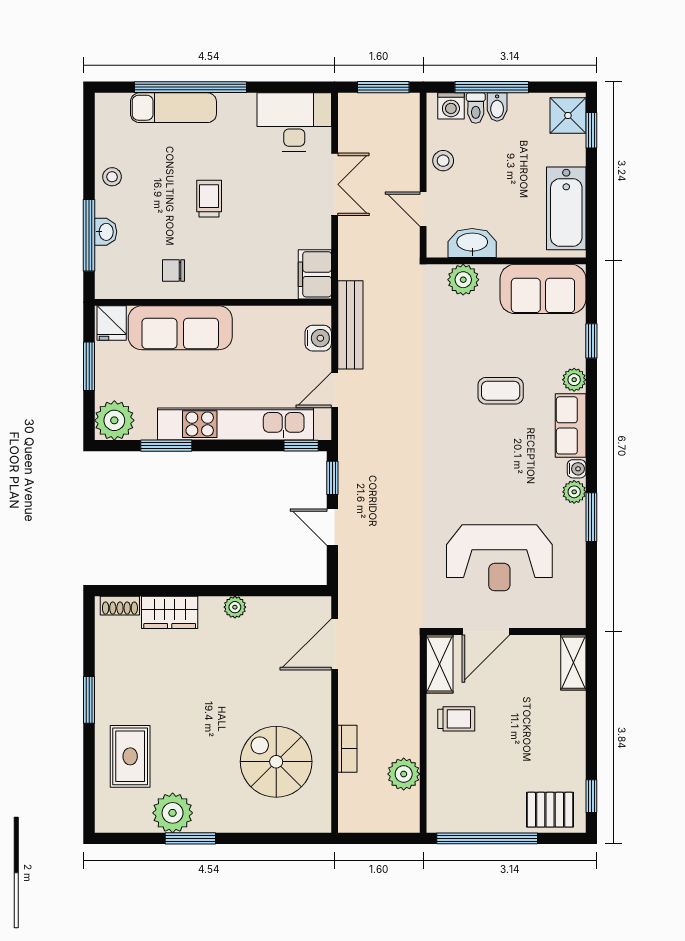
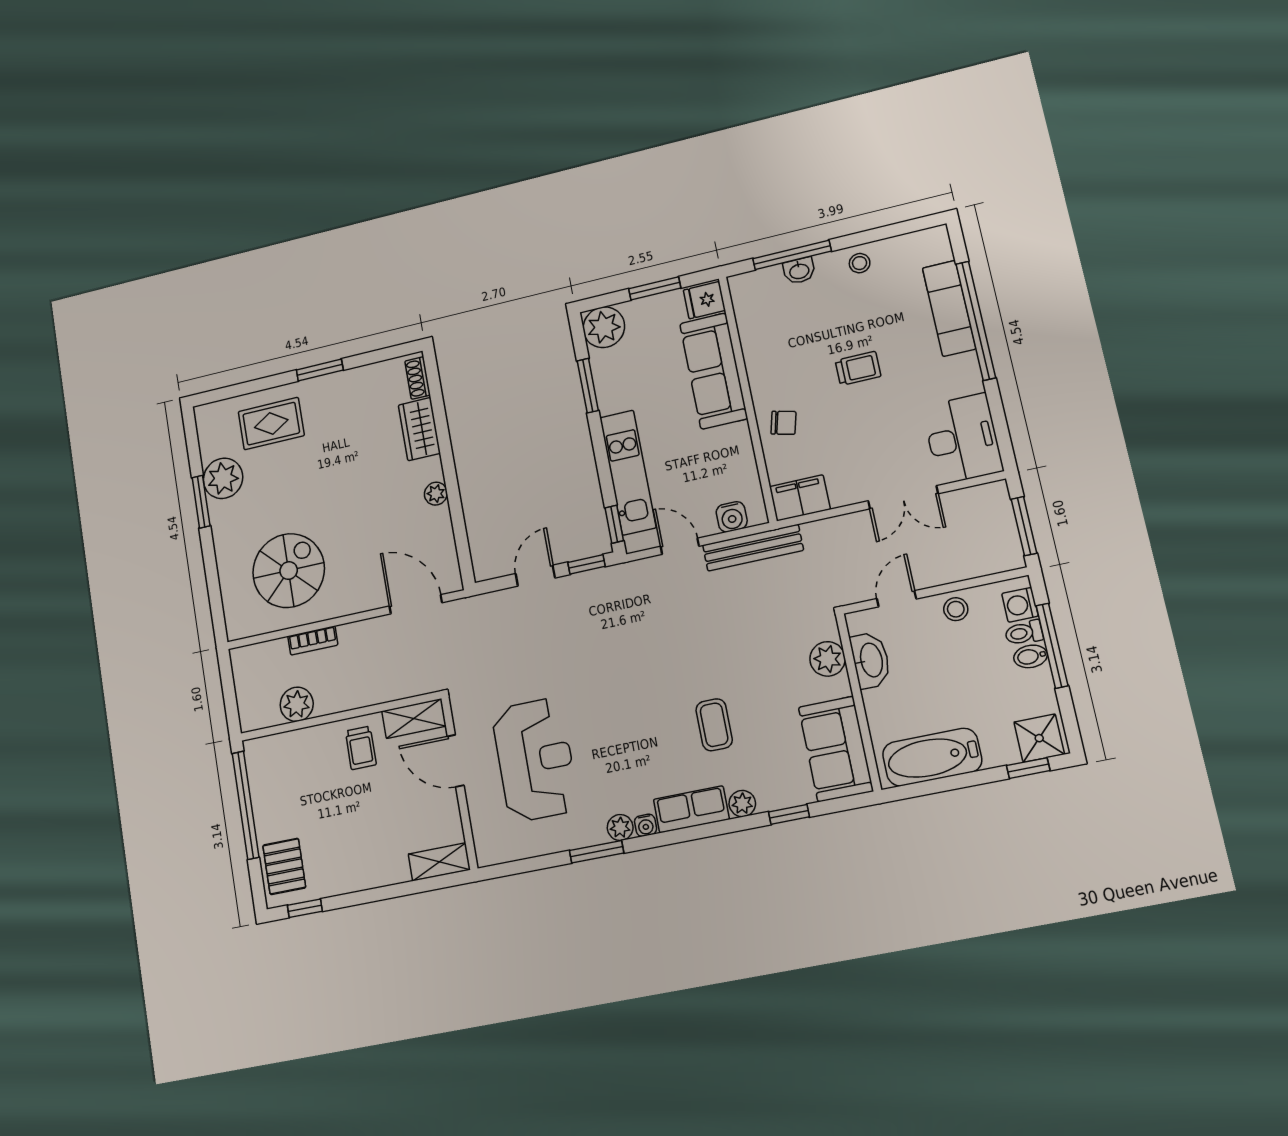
chair: (174, 270) -> (784, 423), moved, turned 104
kitchen unit: (235, 424) -> (628, 473), width x0.73
reception desk: (499, 558) -> (535, 760), turned 180

